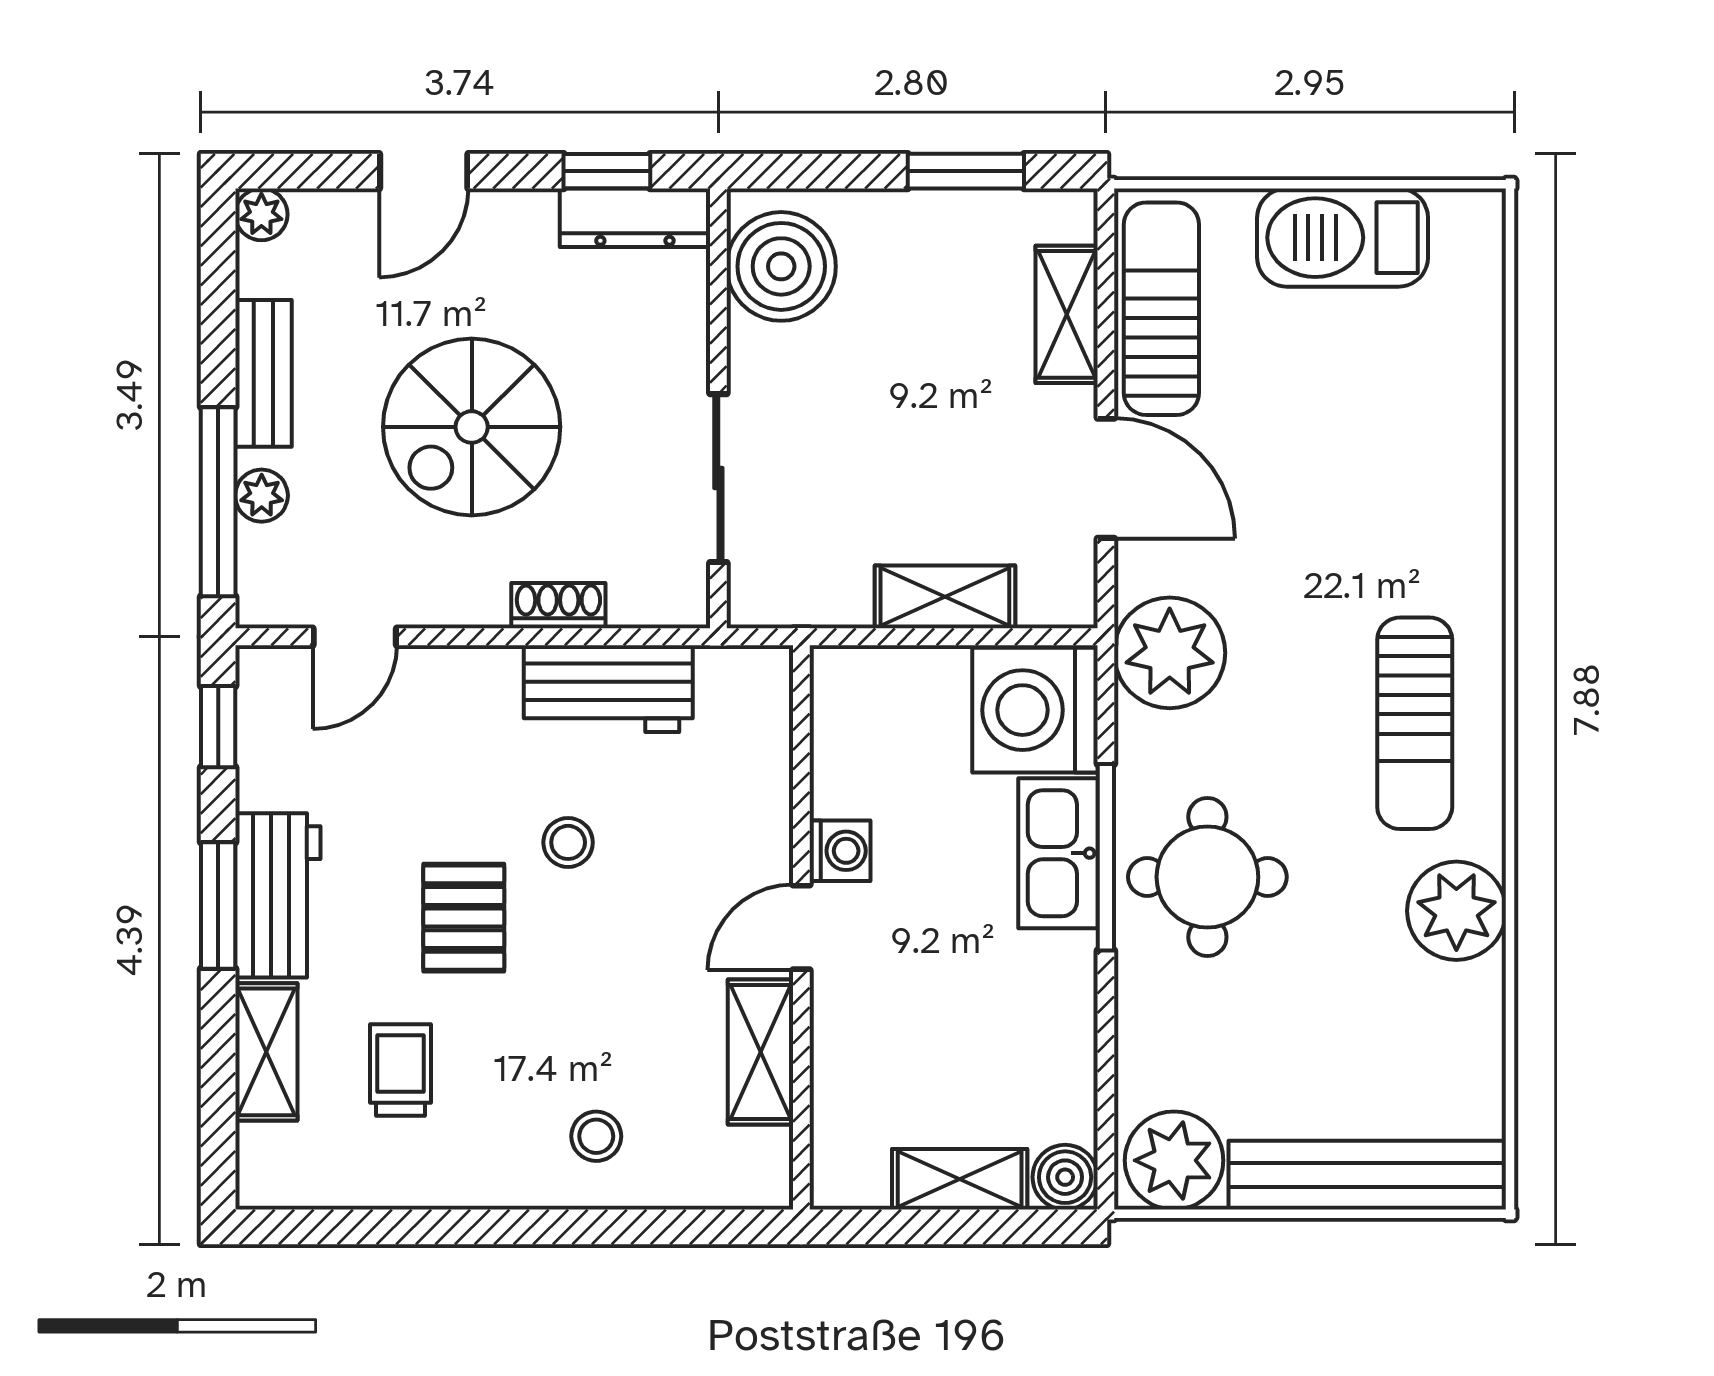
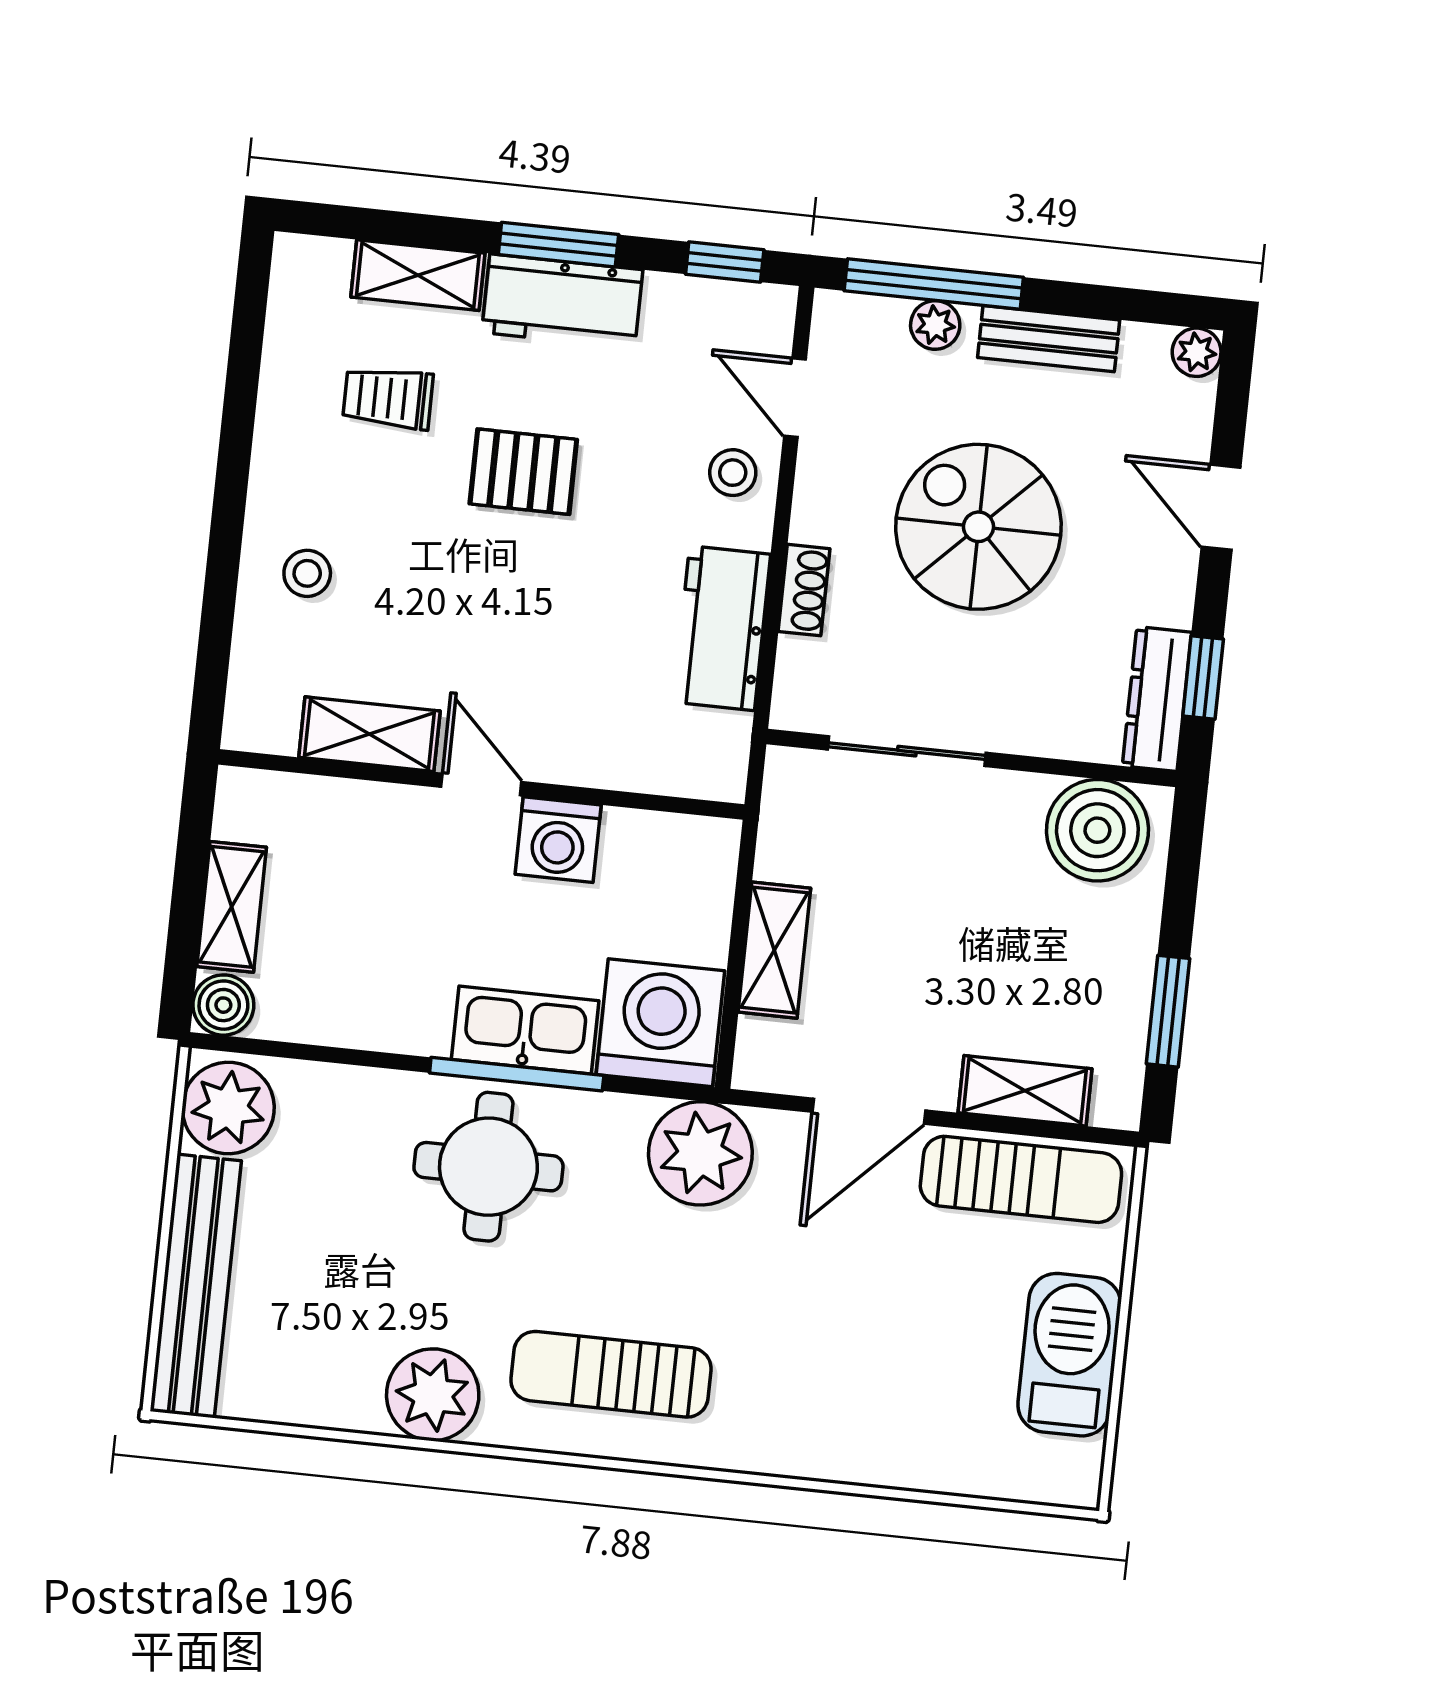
stool: (568, 842) -> (733, 473), moved
washing machine: (840, 851) -> (558, 840), width x1.38, depth x1.38
trolley: (400, 1070) -> (388, 398), turned 180

